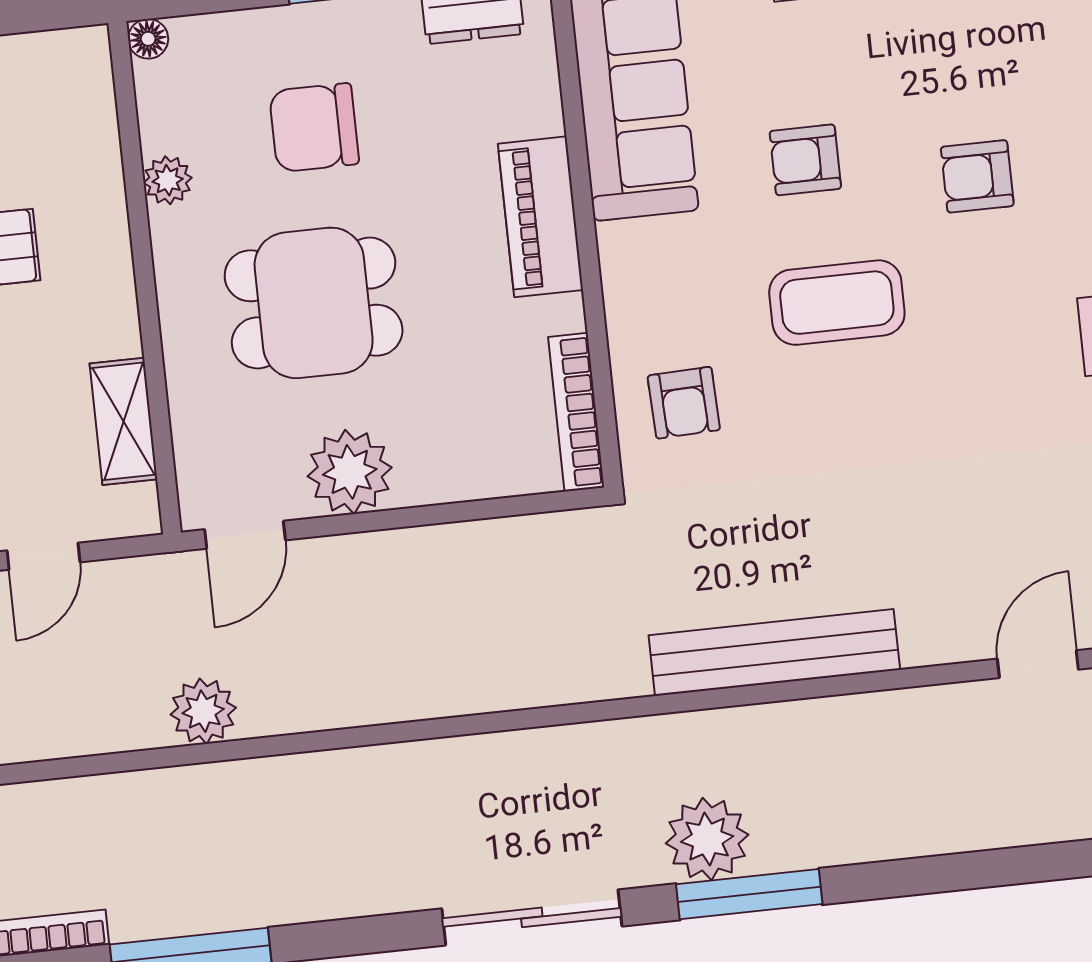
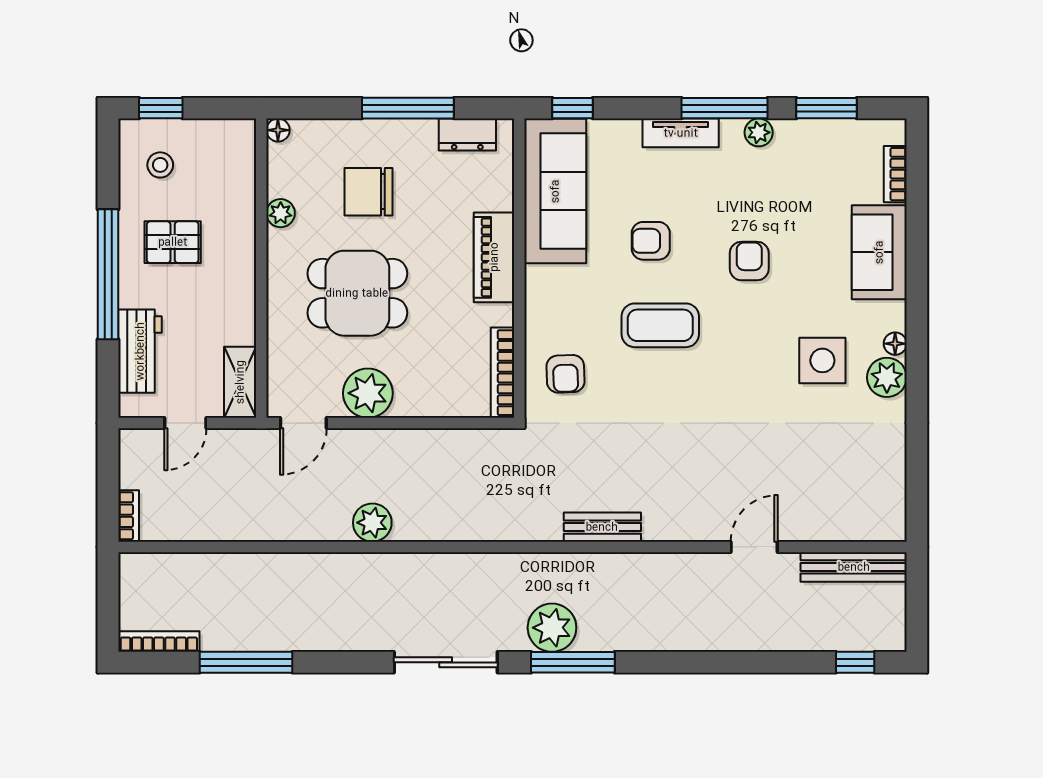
armchair: (977, 176) -> (749, 261), turned 90
shelving: (123, 421) -> (240, 382), moved
bench: (774, 653) -> (602, 527), width x0.54, depth x0.82
plant: (203, 711) -> (372, 523), moved

